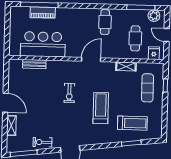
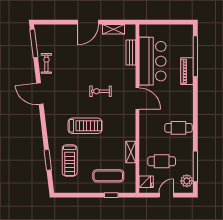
piano: (43, 13) -> (187, 71), moved
door: (91, 60) -> (137, 98), moved
shelving: (11, 126) -> (114, 29), moved

